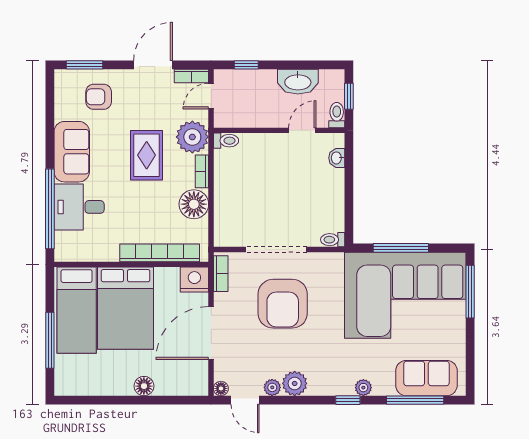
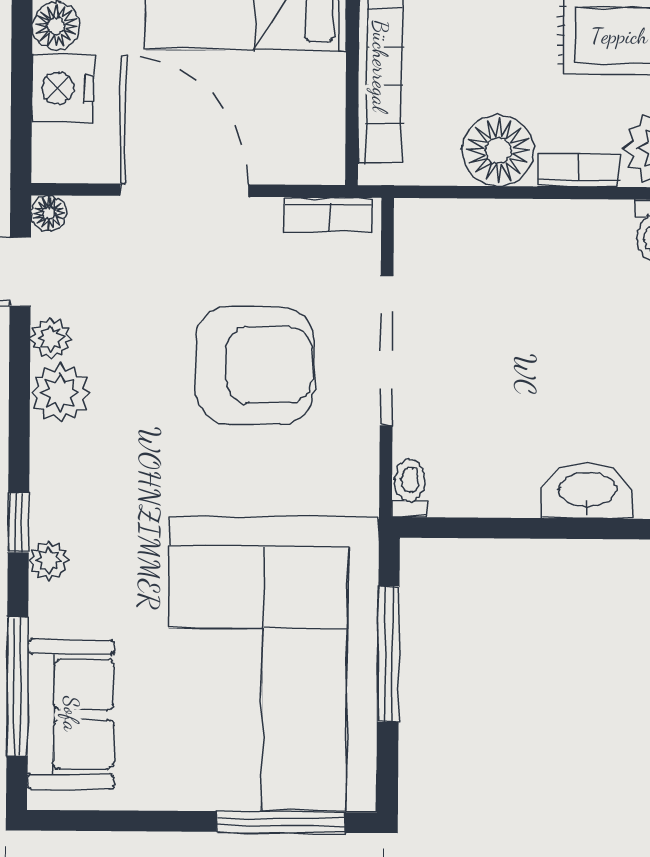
washbasin: (337, 158) -> (587, 491), width x1.91, depth x1.45
nightstand: (194, 280) -> (63, 88), moved, turned 180
armchair: (283, 304) -> (255, 365), turned 180

